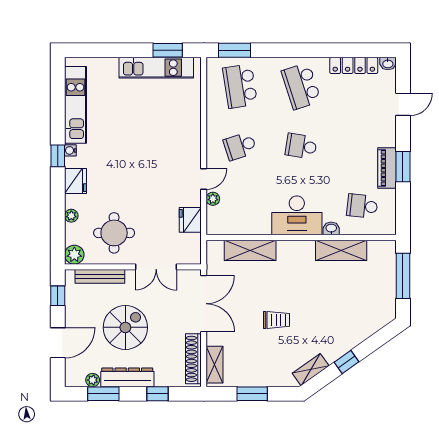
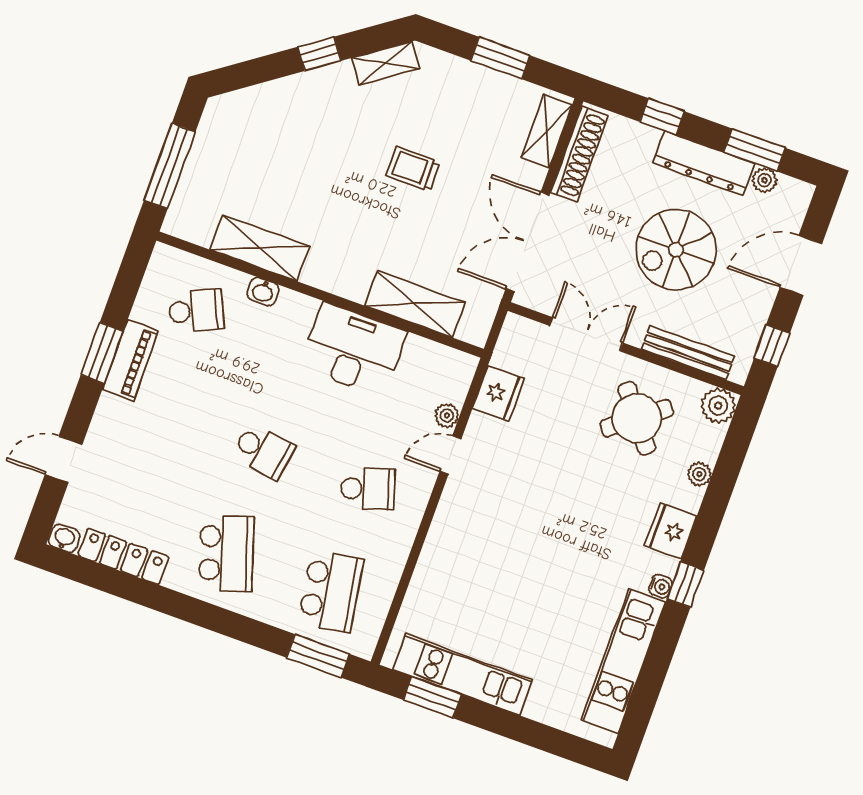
school desk: (362, 206) -> (196, 311), turned -30
desk: (297, 215) -> (353, 350), moved
round table: (114, 233) -> (637, 418), turned -38

